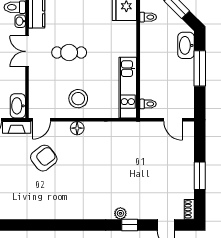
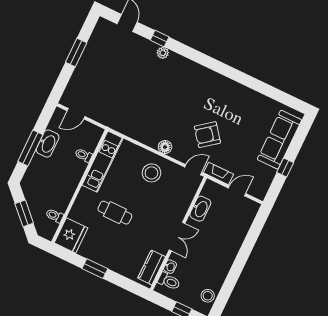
washbasin: (186, 45) -> (48, 144), moved
cafe table: (69, 52) -> (115, 213), moved
toilet: (148, 104) -> (84, 155), moved
washbasin: (18, 106) -> (200, 209), moved
door: (173, 120) -> (76, 114), swing flipped
shoe rack: (189, 209) -> (100, 27), removed

